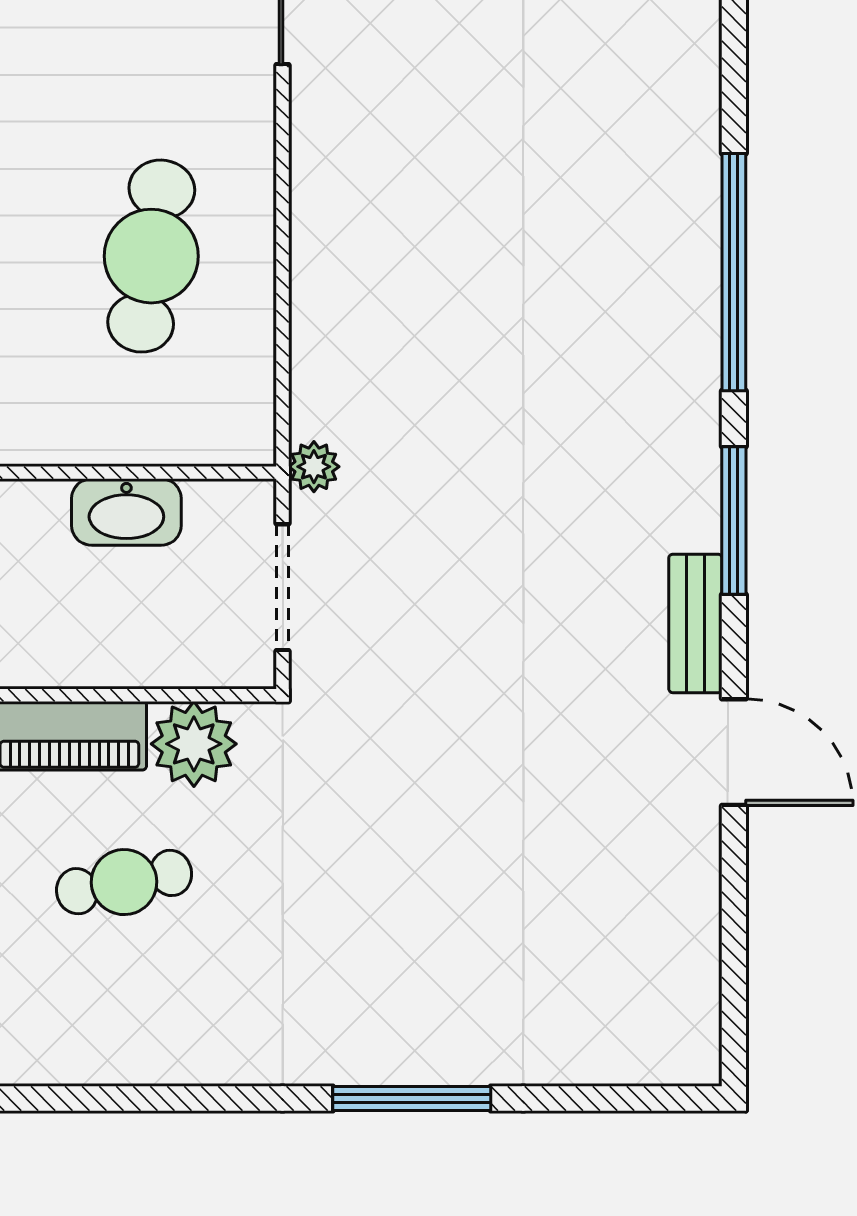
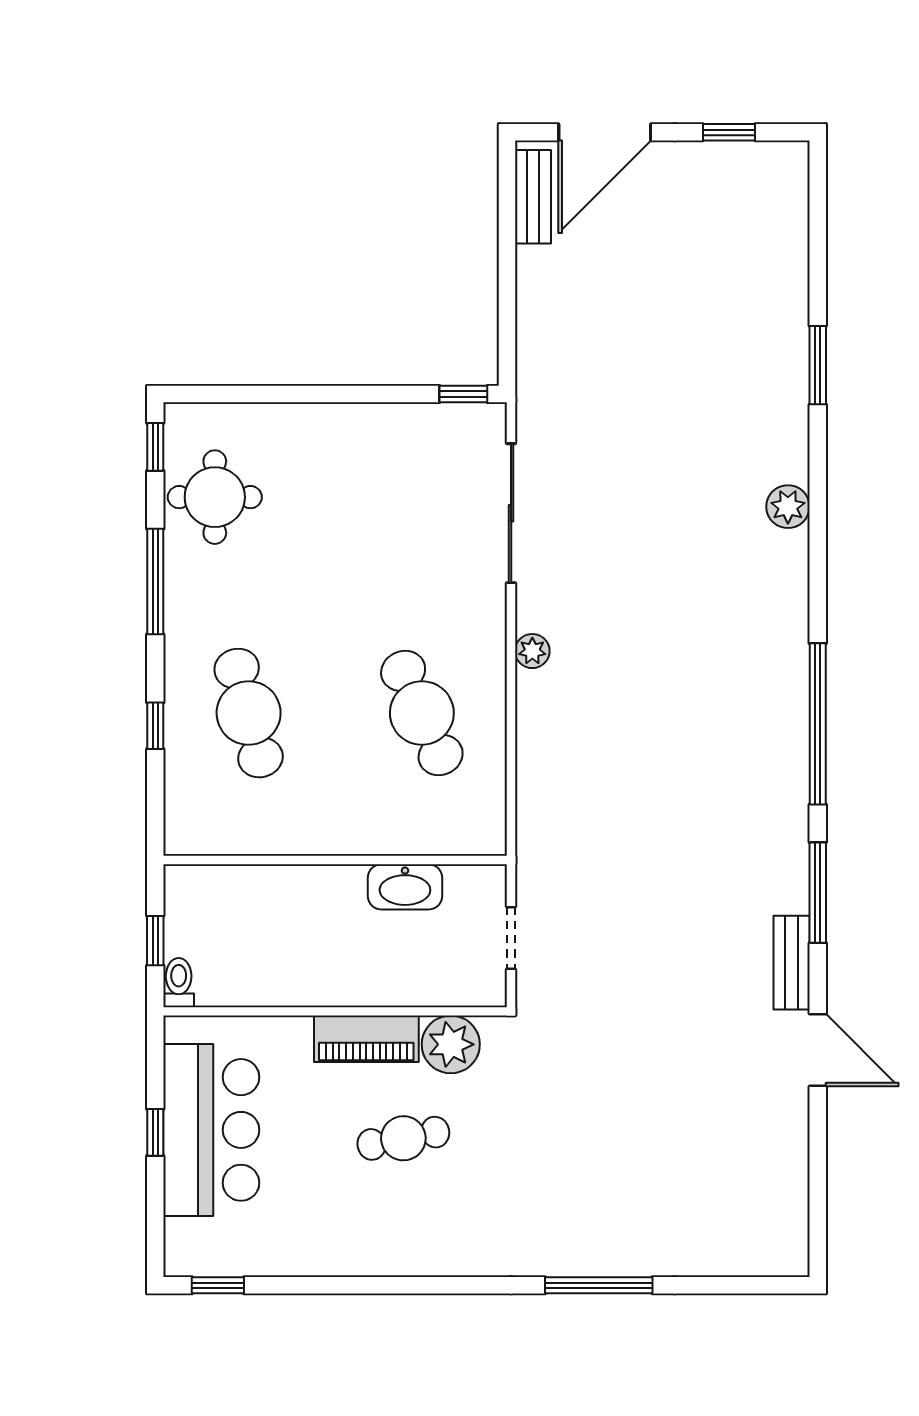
cafe table: (151, 256) -> (422, 713), turned -33
plant: (314, 467) -> (532, 651), moved
doorway: (283, 587) -> (511, 938), width x0.73

